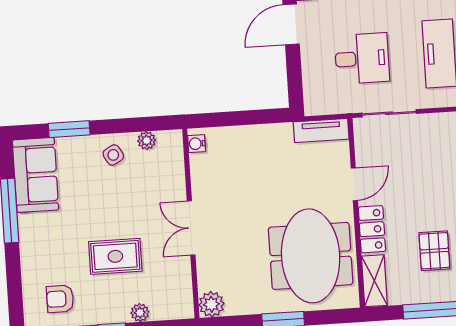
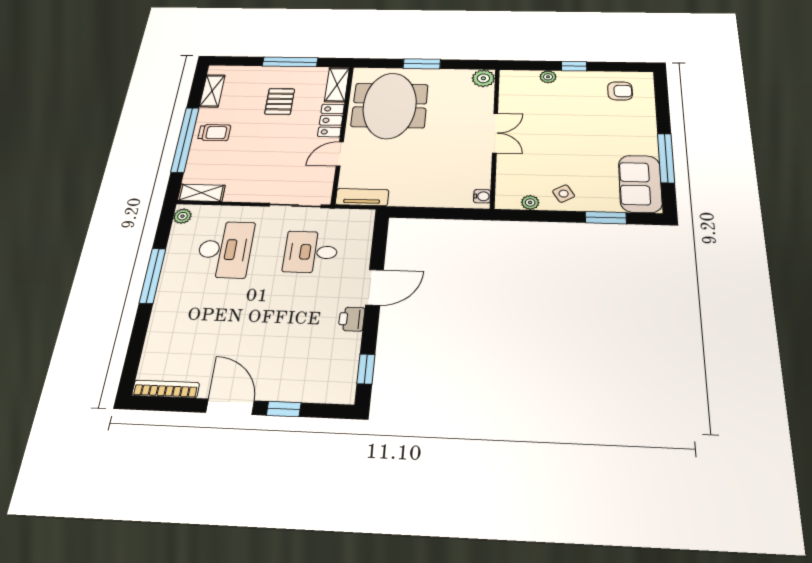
rug: (115, 256) -> (567, 117), removed

